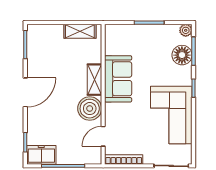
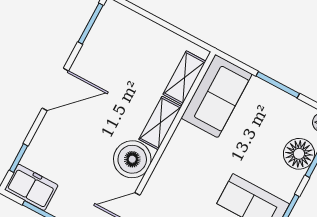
shelving: (80, 31) -> (184, 78), moved, turned 90
sofa: (118, 79) -> (217, 96), moved

